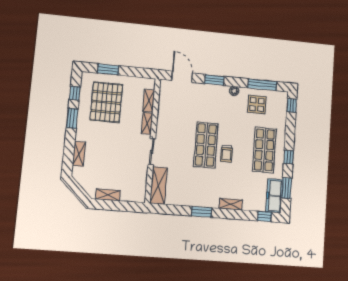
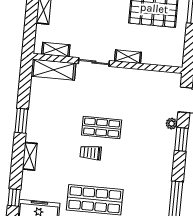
plant: (234, 91) -> (172, 124), moved
shelving: (149, 101) -> (56, 50), moved
display table: (257, 105) -> (151, 192), removed
shop shelf: (206, 145) -> (102, 127), width x0.70, depth x0.74

